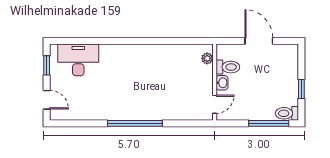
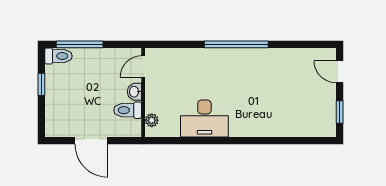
desk: (78, 60) -> (204, 119), moved

